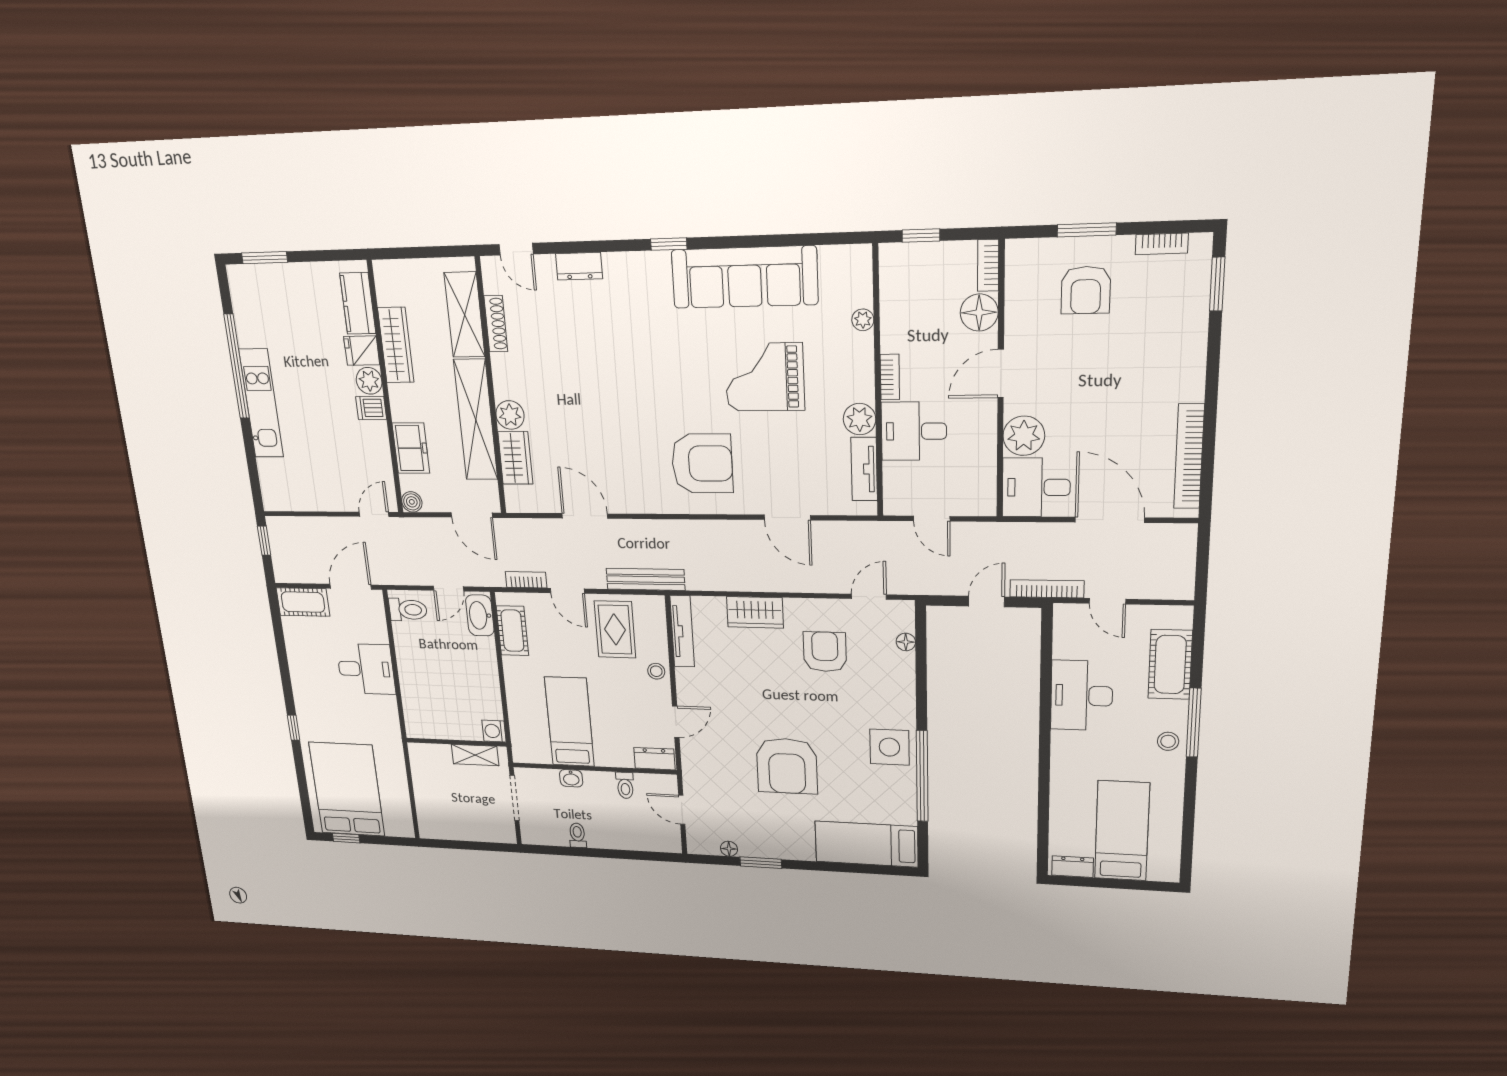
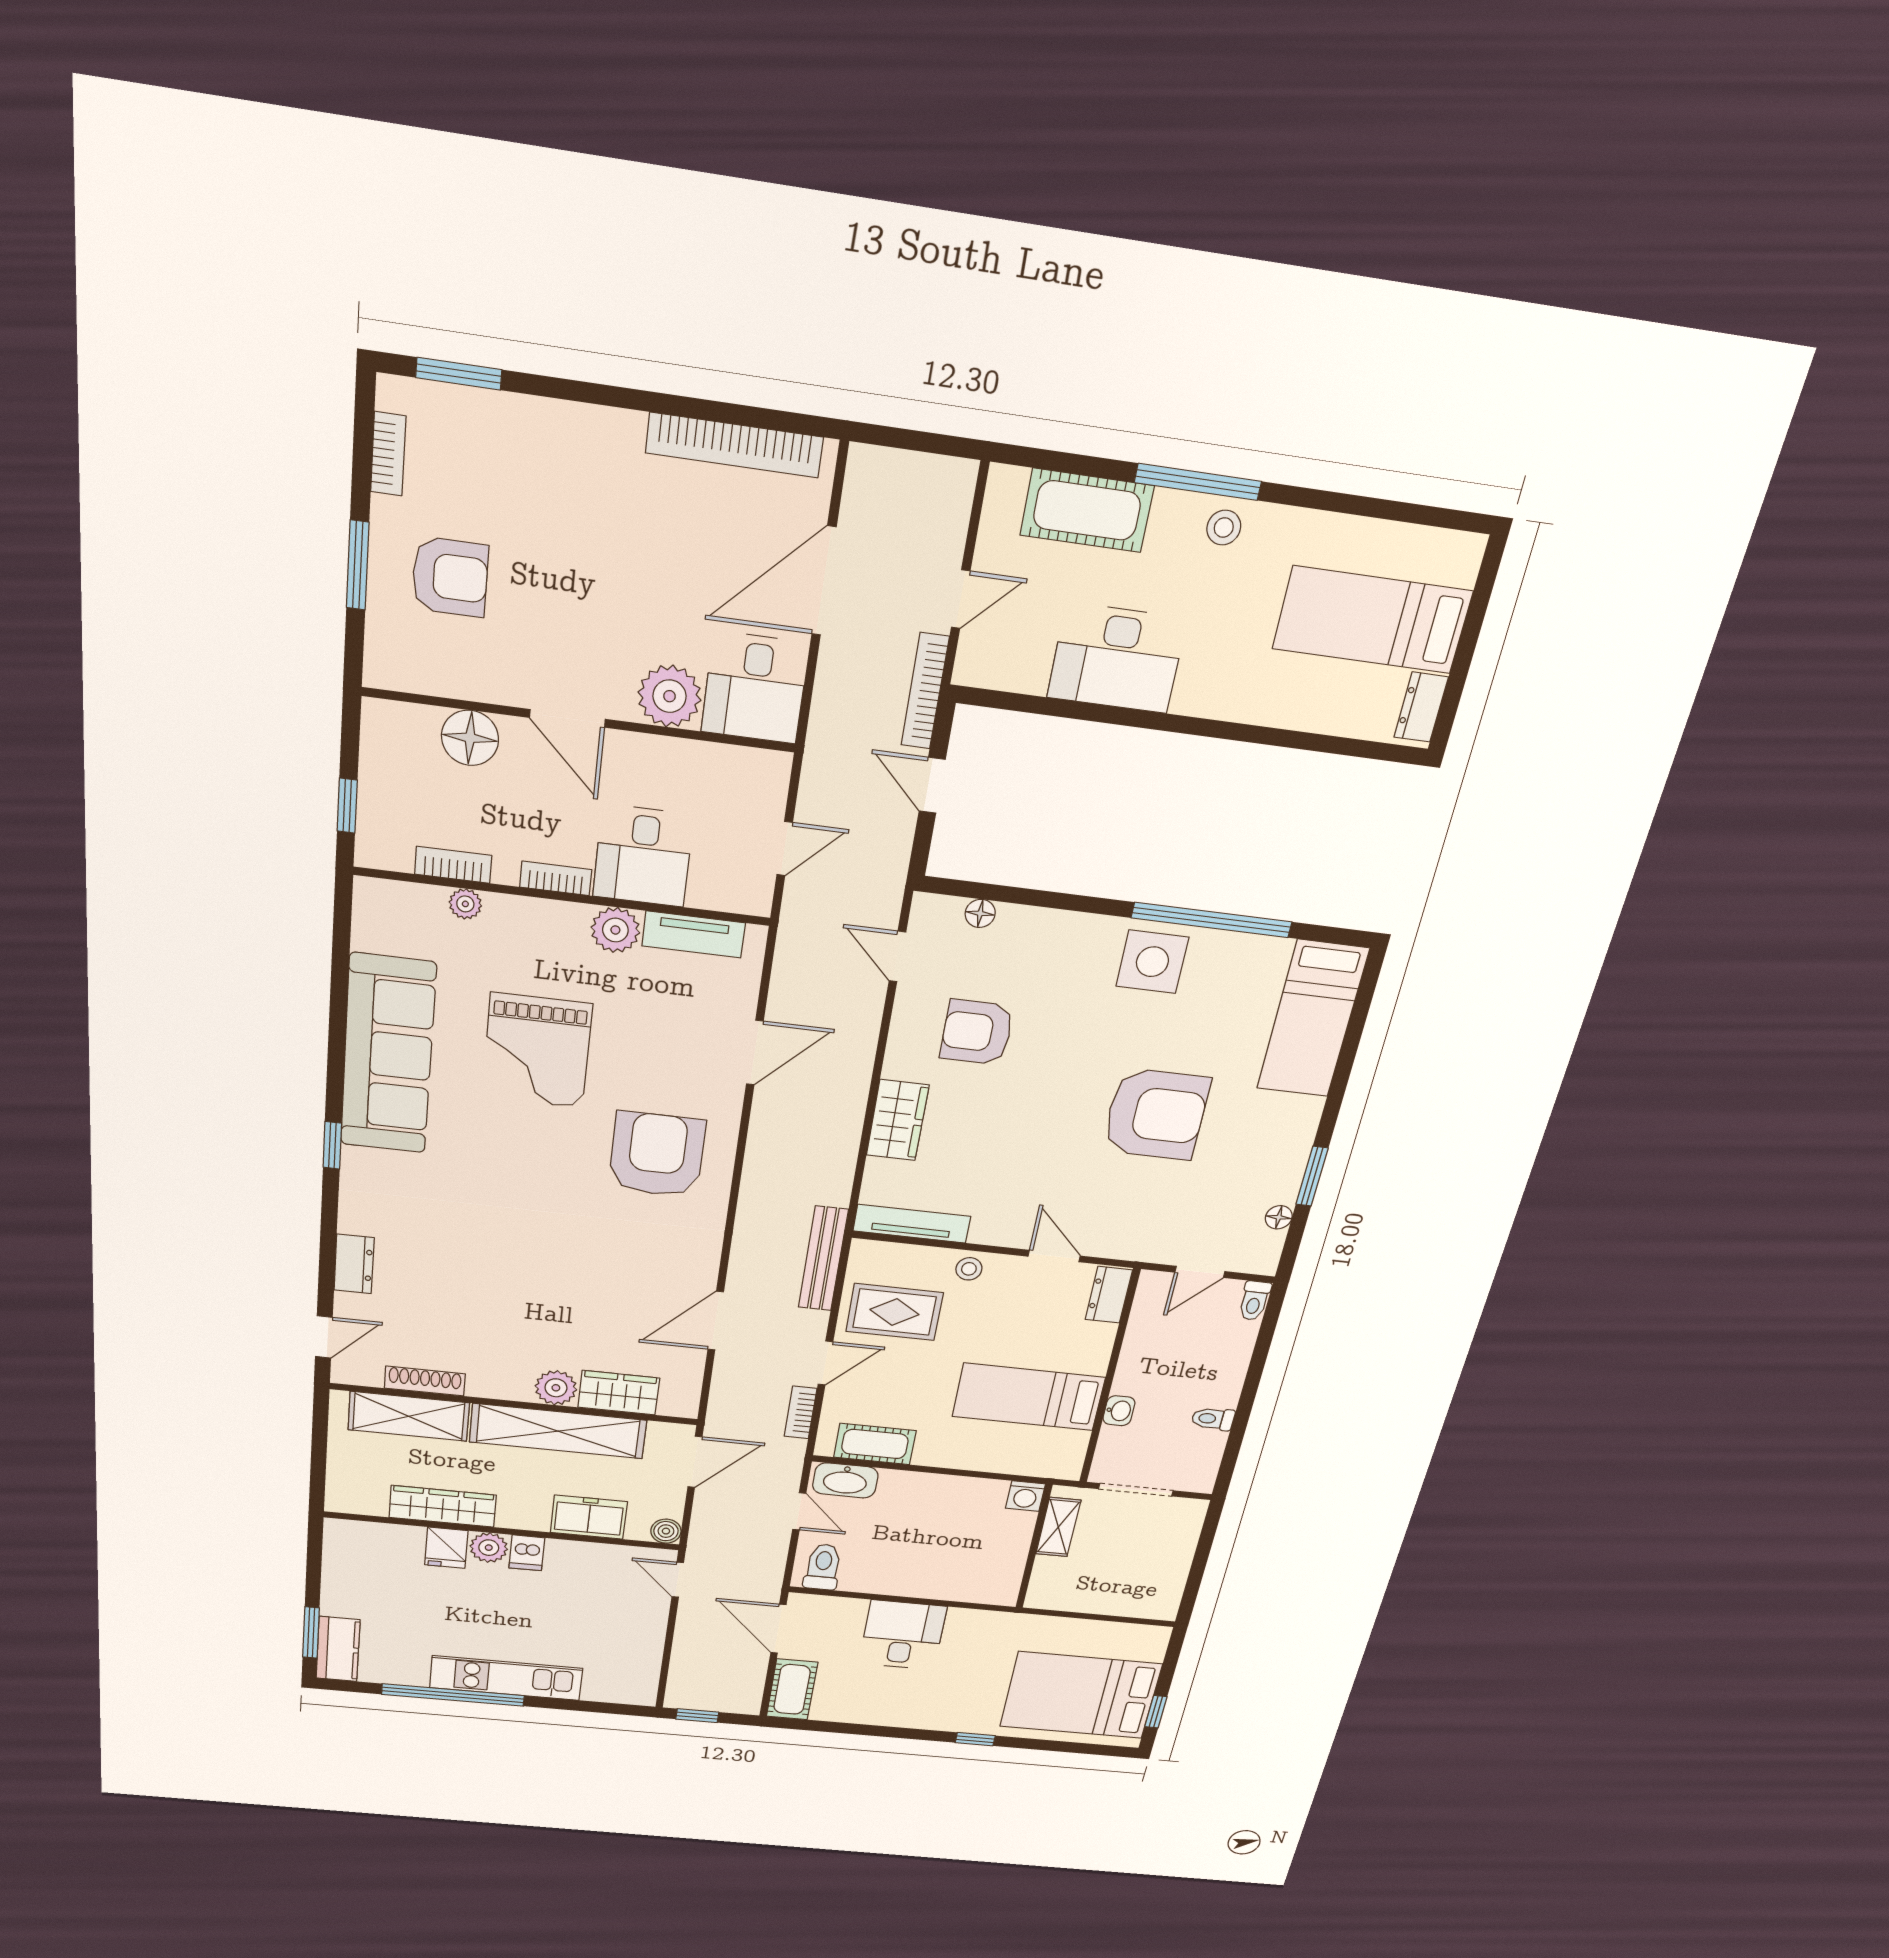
bookcase: (988, 265) -> (453, 865), moved, turned 180
kitchen counter: (358, 303) -> (338, 1649), moved, turned -90
toilet: (625, 785) -> (1254, 1301), moved, turned 90

